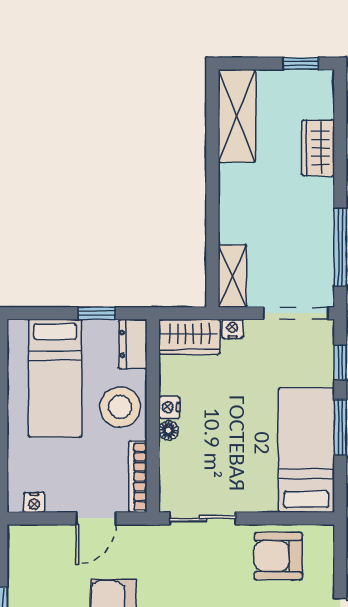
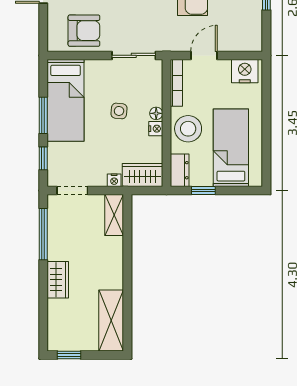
wardrobe: (318, 148) -> (58, 280), moved
doorway: (296, 313) -> (72, 191), width x0.73
side table: (225, 434) -> (119, 111), added
nightstand: (34, 502) -> (245, 71), width x1.89, depth x1.79

